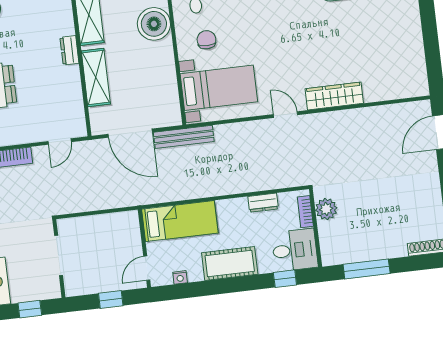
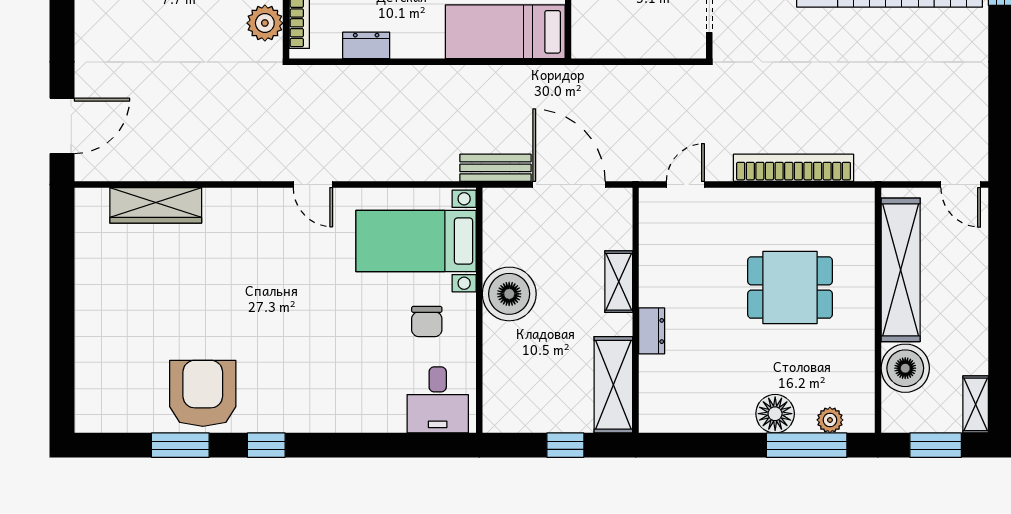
boiler: (154, 24) -> (509, 294), moved
shelving: (96, 77) -> (619, 282), width x0.67, depth x0.75
wardrobe: (334, 96) -> (156, 205), moved
bench: (184, 137) -> (495, 168), width x0.73

